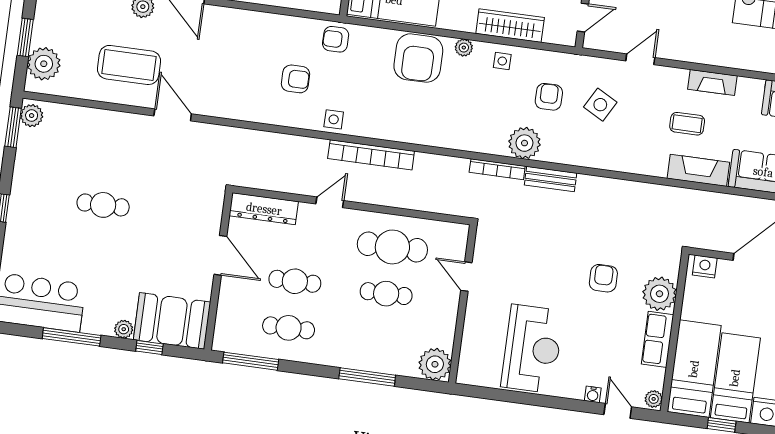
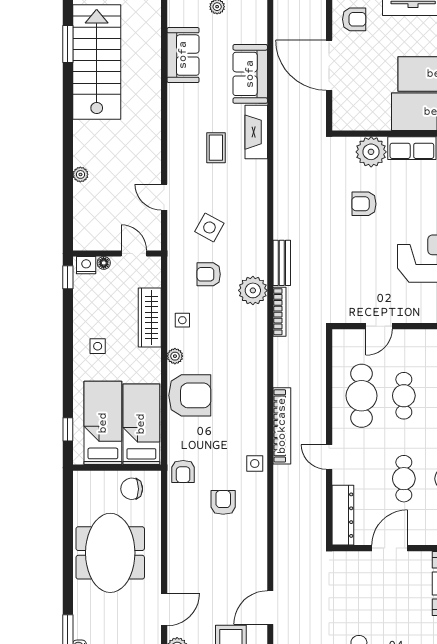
fireplace: (712, 82) -> (176, 130), removed
nightstand: (705, 267) -> (341, 115), removed

